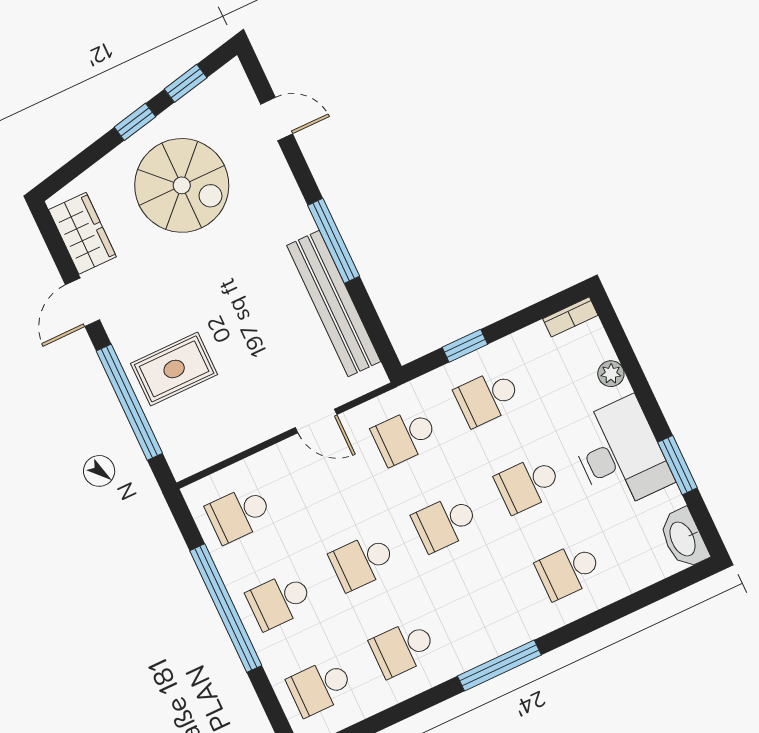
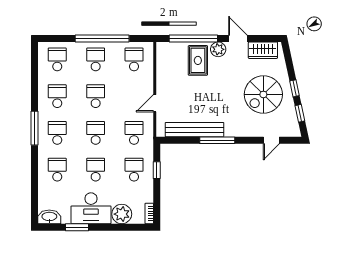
plant: (128, 335) -> (218, 49), added
plant: (611, 374) -> (122, 214), width x1.88, depth x1.88
school desk: (486, 609) -> (57, 133), added

